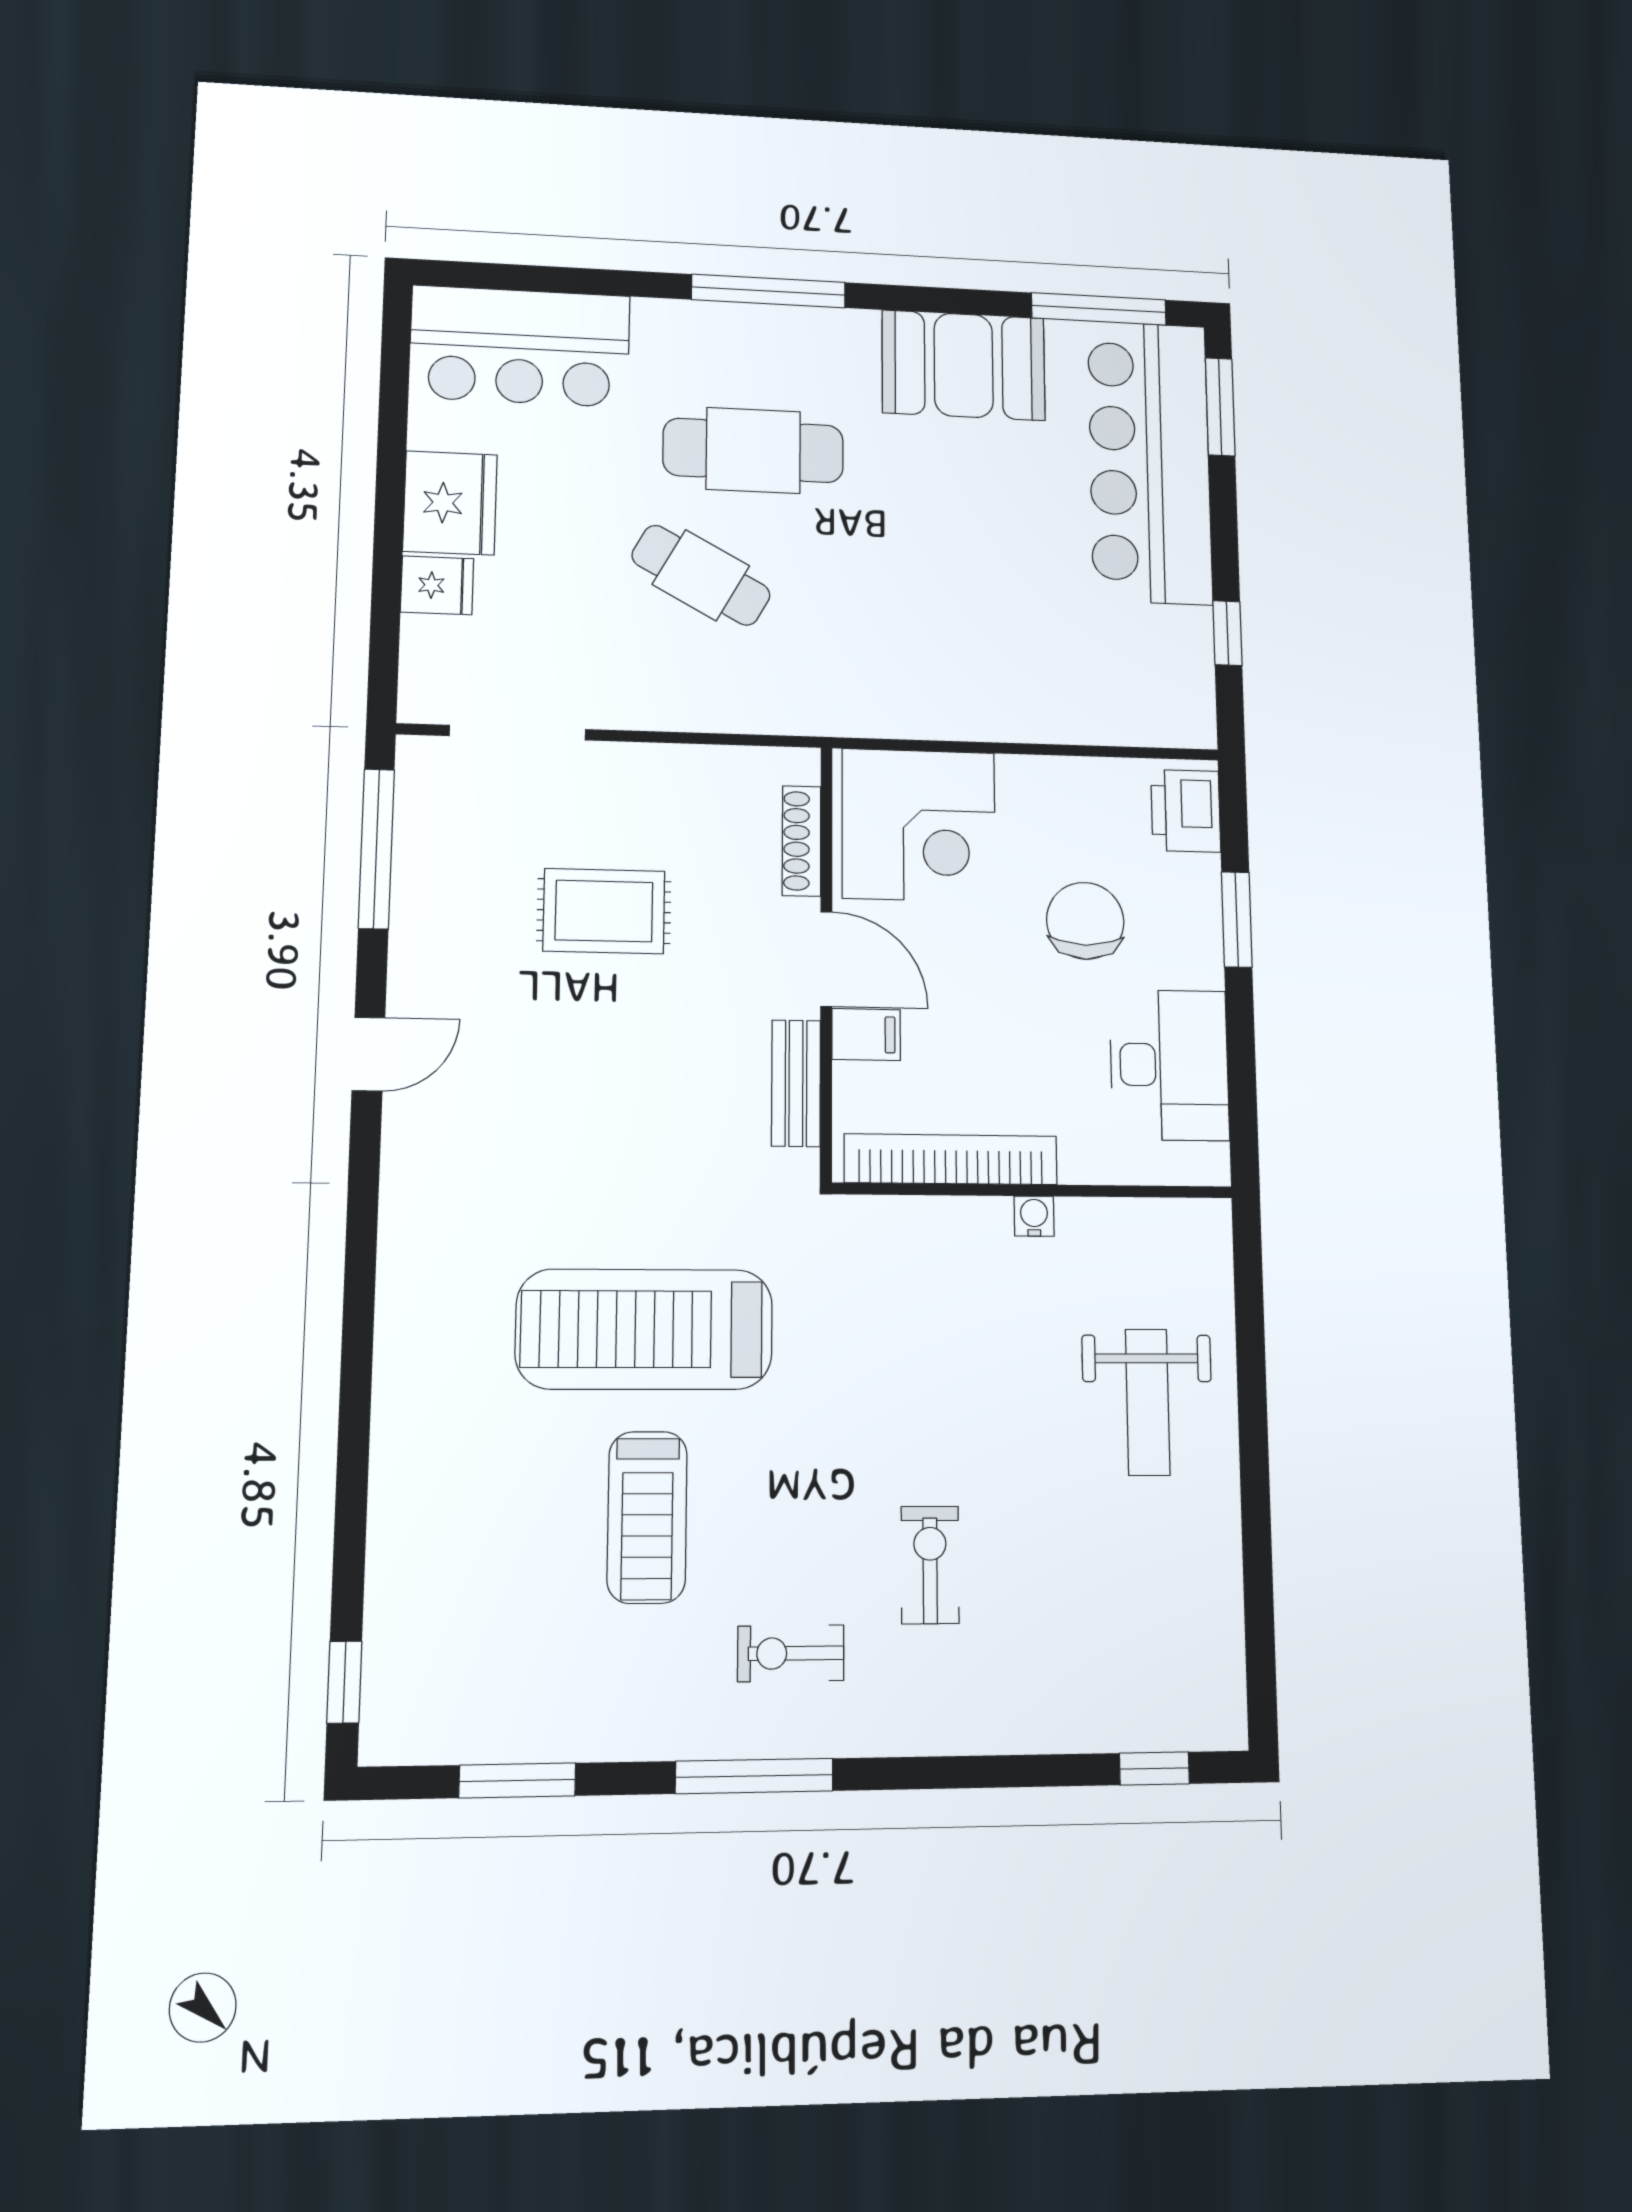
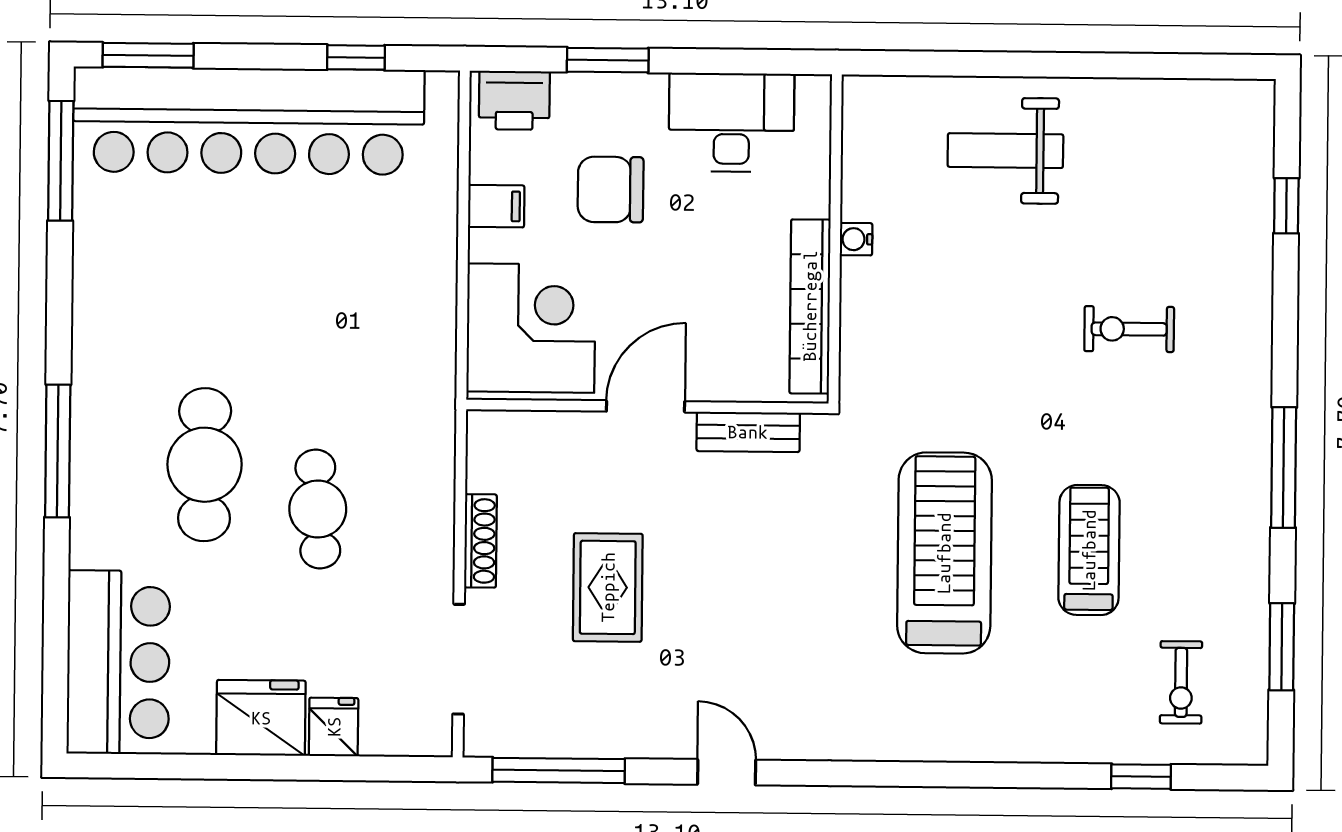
booth: (964, 365) -> (119, 282), removed
bar counter: (1150, 462) -> (249, 121), width x1.36
cafe table: (701, 575) -> (318, 509), turned -33
shoe rack: (802, 841) -> (480, 541), moved, turned -90
filing cabinet: (866, 1035) -> (496, 206), moved, turned 90
treadmill: (644, 1329) -> (944, 553), turned 180
weight bench: (1148, 1402) -> (1005, 151), turned 180
treadmill: (647, 1517) -> (1089, 550), turned -90
exercise bike: (791, 1653) -> (1181, 682), moved
window: (344, 1682) -> (1141, 777), moved
window: (1154, 1768) -> (1286, 206), moved

